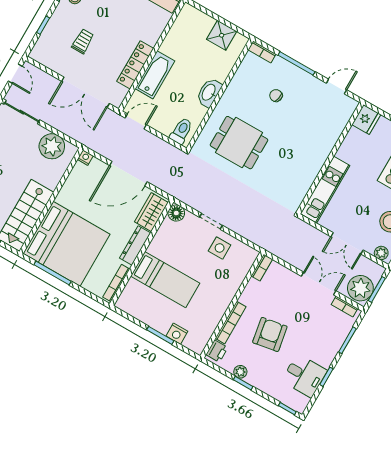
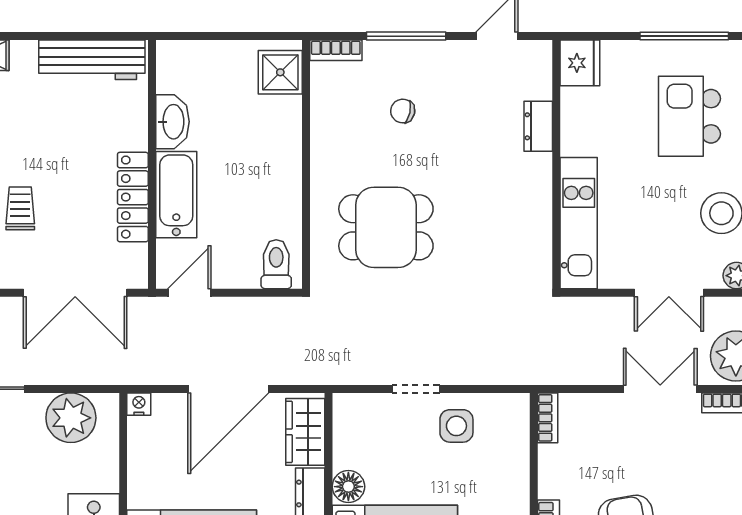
shower: (222, 35) -> (280, 72), moved
washbasin: (209, 92) -> (172, 122), moved, turned 180
dresser: (332, 137) -> (538, 126), added
floor lamp: (176, 213) -> (348, 487), moved

